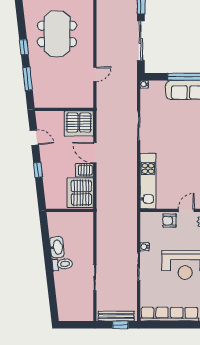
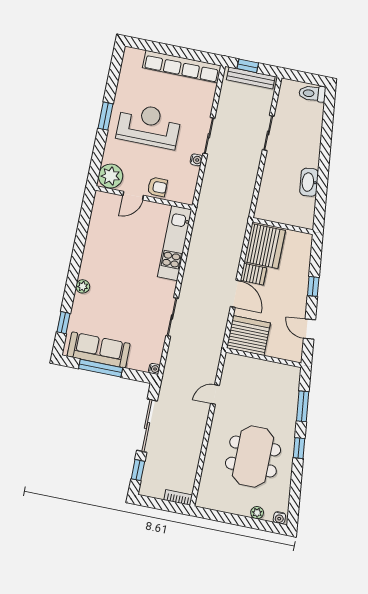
toilet: (62, 264) -> (312, 94), moved

